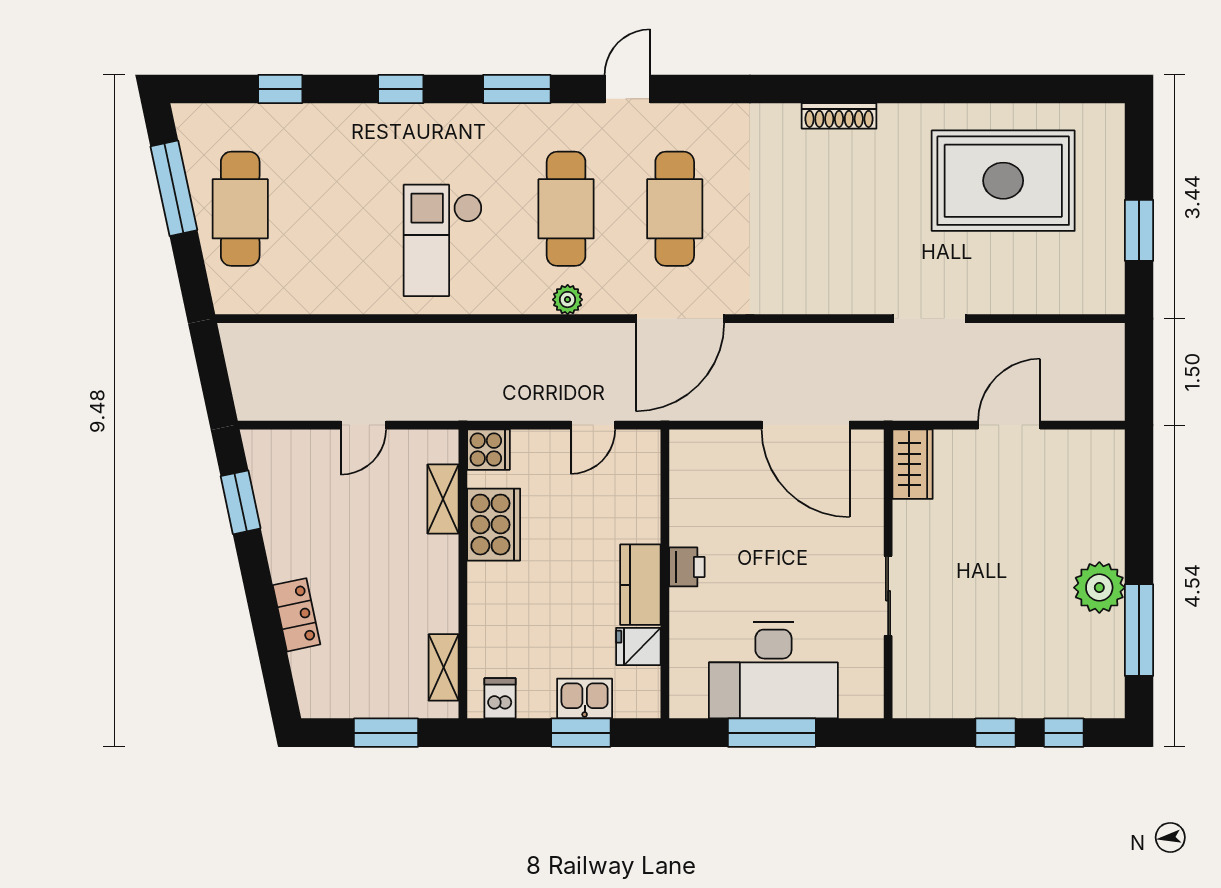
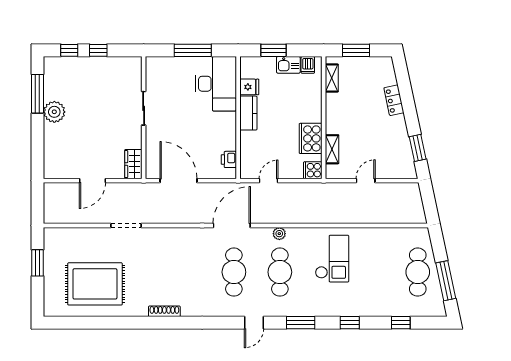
printer: (687, 567) -> (229, 159), moved
desk: (773, 670) -> (216, 84), moved, turned 90
kitchen sink: (585, 699) -> (288, 65), moved

